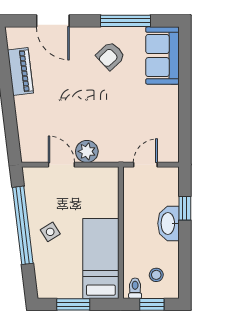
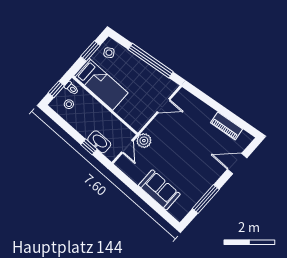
armchair: (110, 56) -> (195, 177), removed
sofa: (162, 56) -> (159, 190), moved
plant: (87, 151) -> (144, 141), moved
washbasin: (168, 223) -> (99, 142), moved
side table: (50, 232) -> (109, 53), moved

